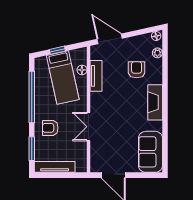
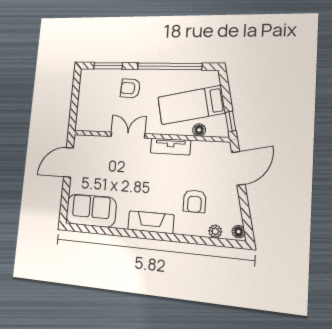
window: (57, 50) -> (231, 121), moved
armchair: (137, 70) -> (195, 201), turned 90
tv unit: (96, 76) -> (170, 147), moved
armchair: (50, 128) -> (130, 88), turned -87
tv unit: (55, 167) -> (85, 92), removed

